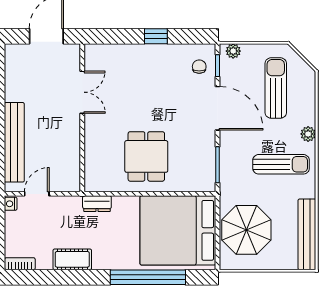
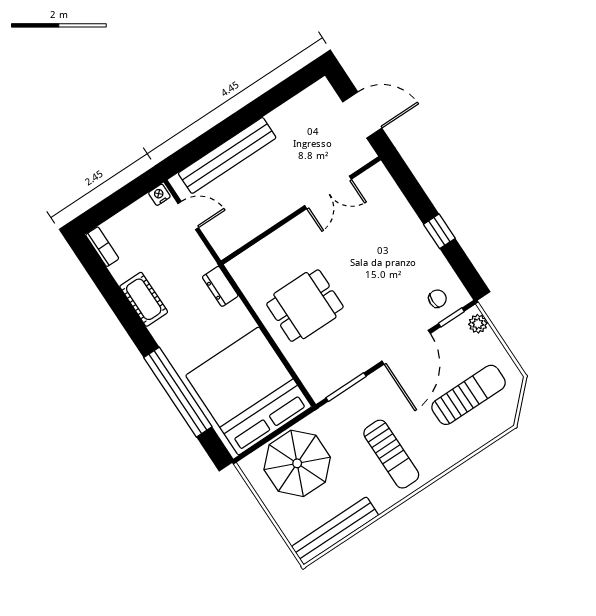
plant: (308, 134) -> (442, 462), removed

